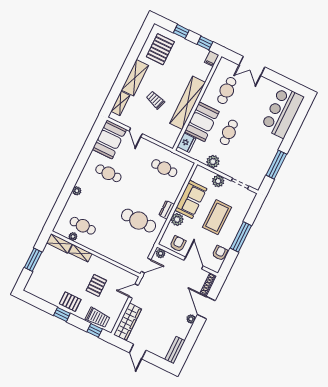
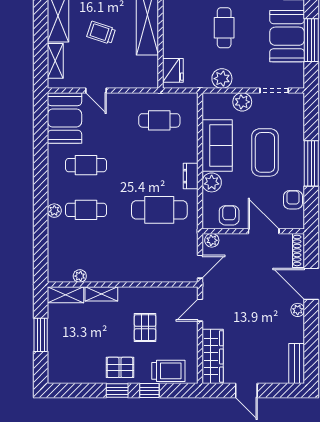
booth: (202, 122) -> (287, 36), moved
cafe table: (83, 226) -> (86, 210), moved
window: (95, 330) -> (149, 391), moved

